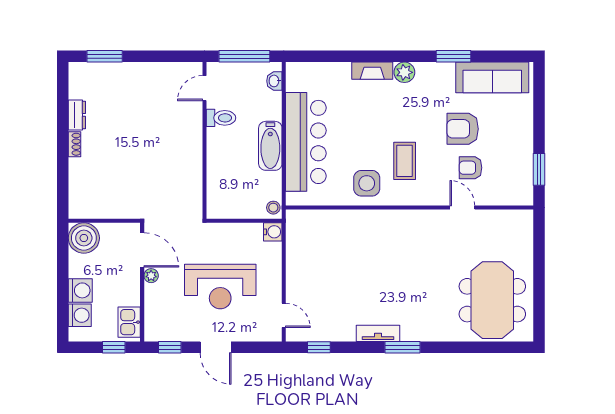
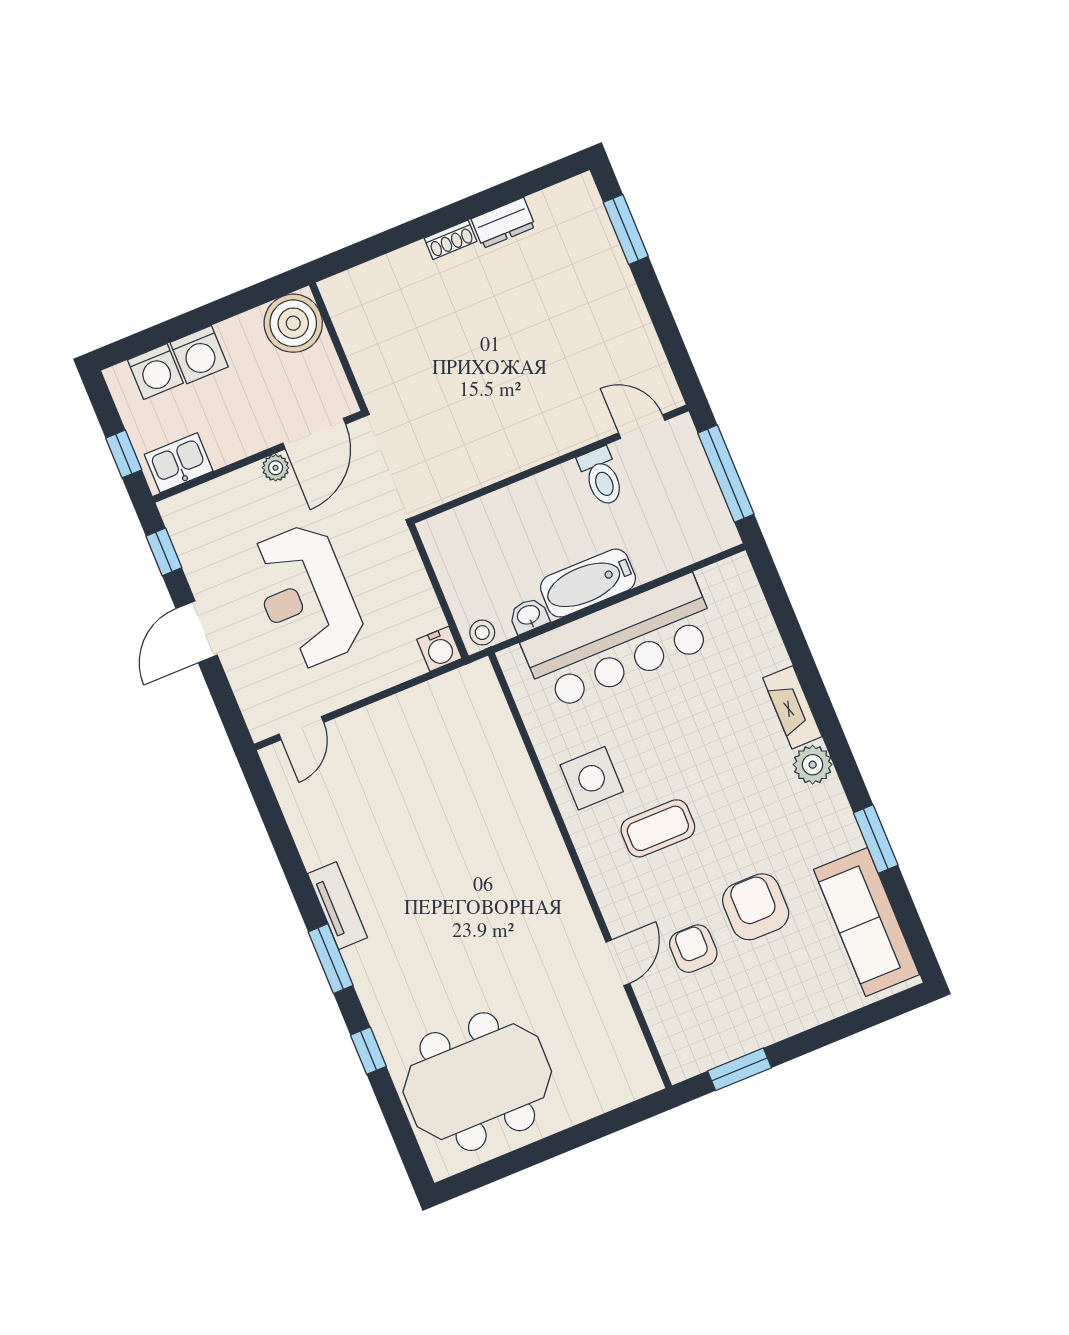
washbasin: (274, 81) -> (529, 616), moved
window: (319, 347) -> (368, 1051), moved

